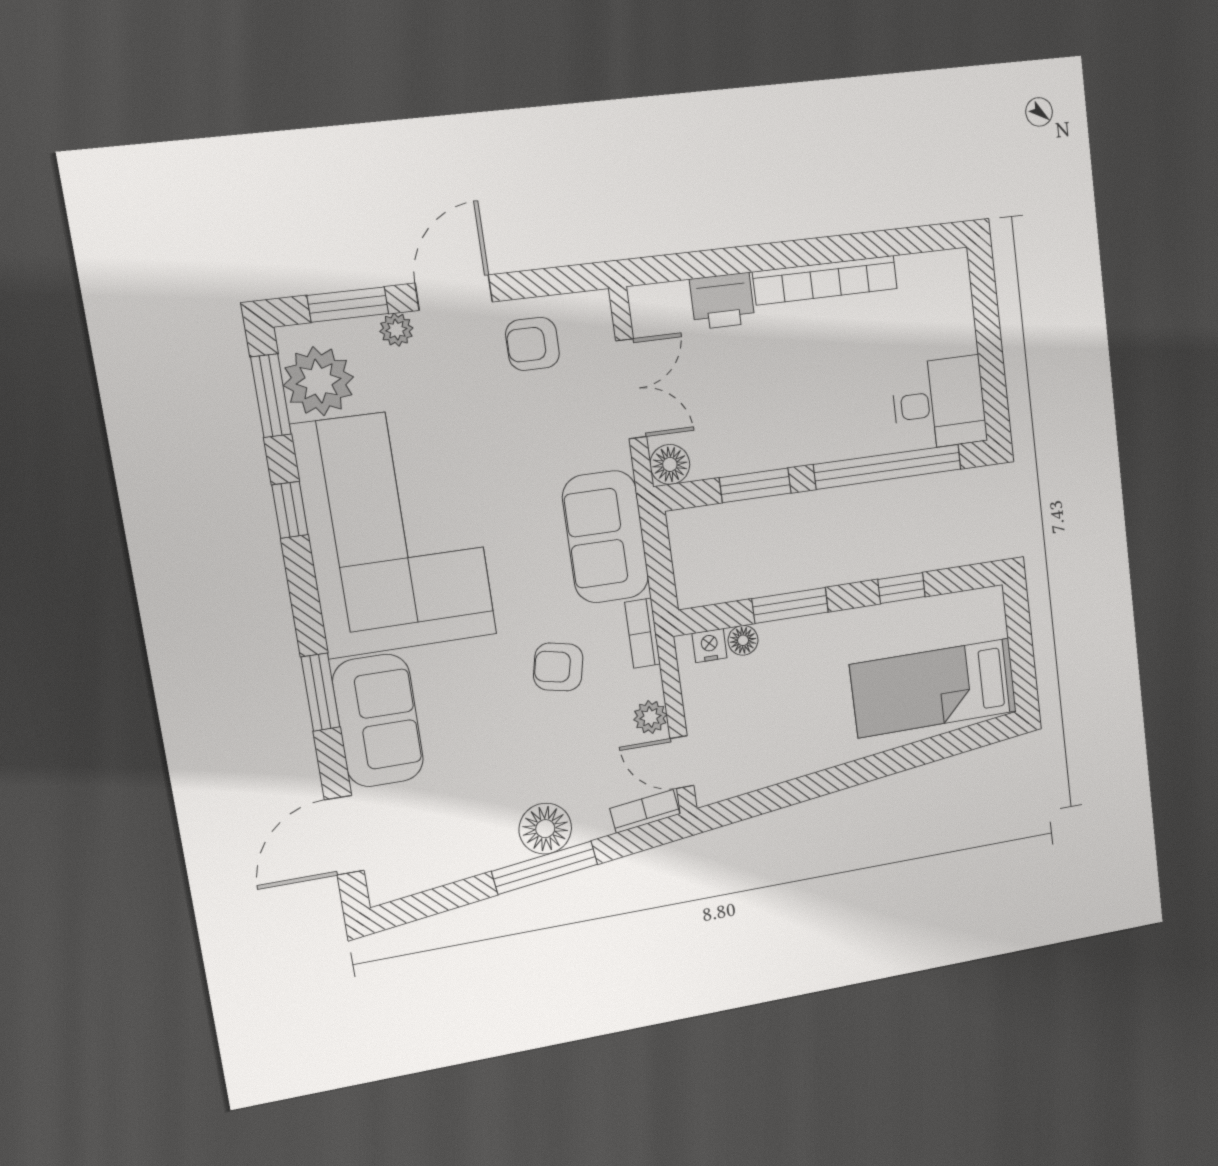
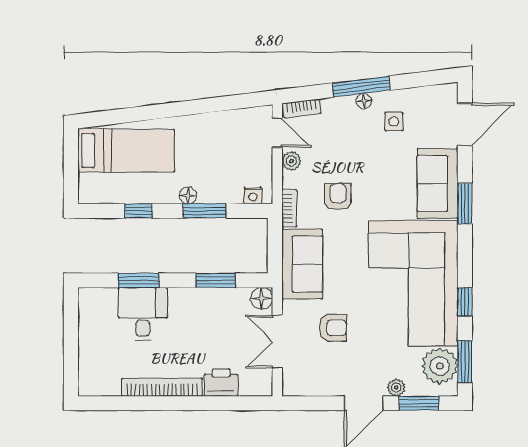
armchair: (532, 344) -> (333, 328), moved
desk: (939, 403) -> (143, 314), moved, turned 90
window: (888, 467) -> (139, 280), width x0.47
floor lamp: (743, 640) -> (188, 195), moved
armchair: (558, 667) -> (338, 197), turned -102
side table: (477, 817) -> (394, 121), added
floor lamp: (545, 829) -> (364, 101), width x0.53, depth x0.53

